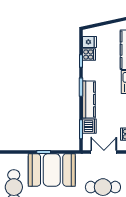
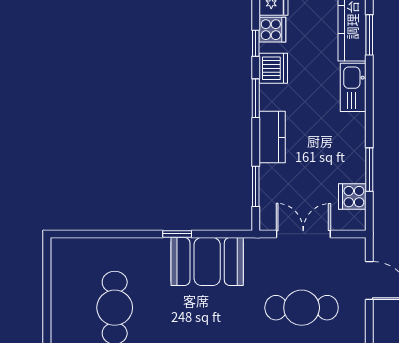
kitchen counter: (89, 100) -> (272, 137), width x0.67
dishwasher: (89, 126) -> (273, 68), moved
booth: (52, 170) -> (207, 262), width x0.73, depth x0.70

